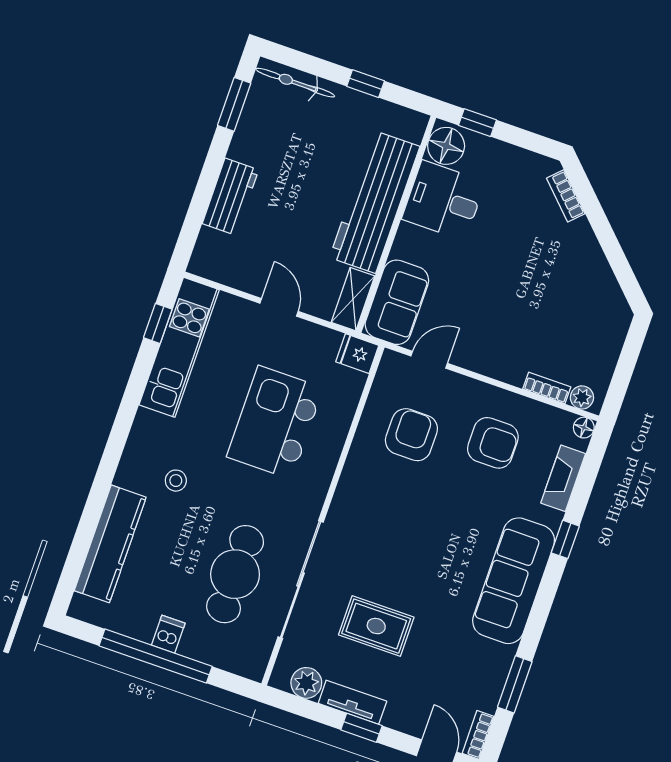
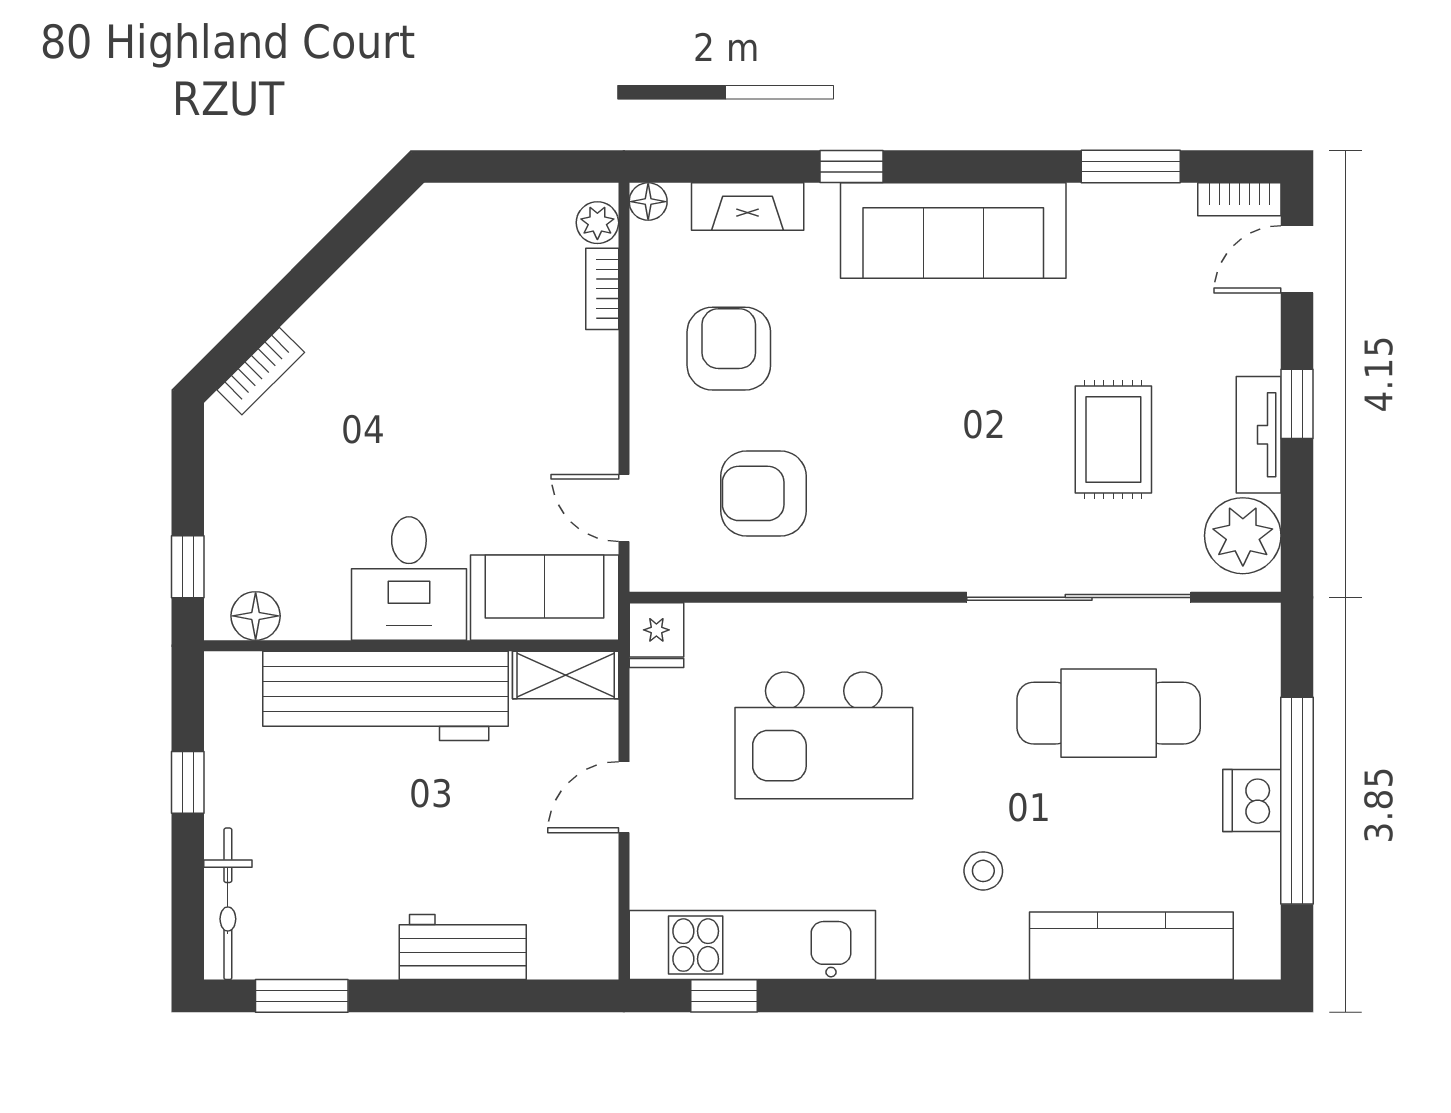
floor lamp: (446, 146) -> (256, 616), width x0.73, depth x0.73
desk: (444, 200) -> (409, 579), moved
dishwasher: (168, 634) -> (1252, 800), width x1.38
plant: (306, 683) -> (1243, 536), width x1.36, depth x1.36

